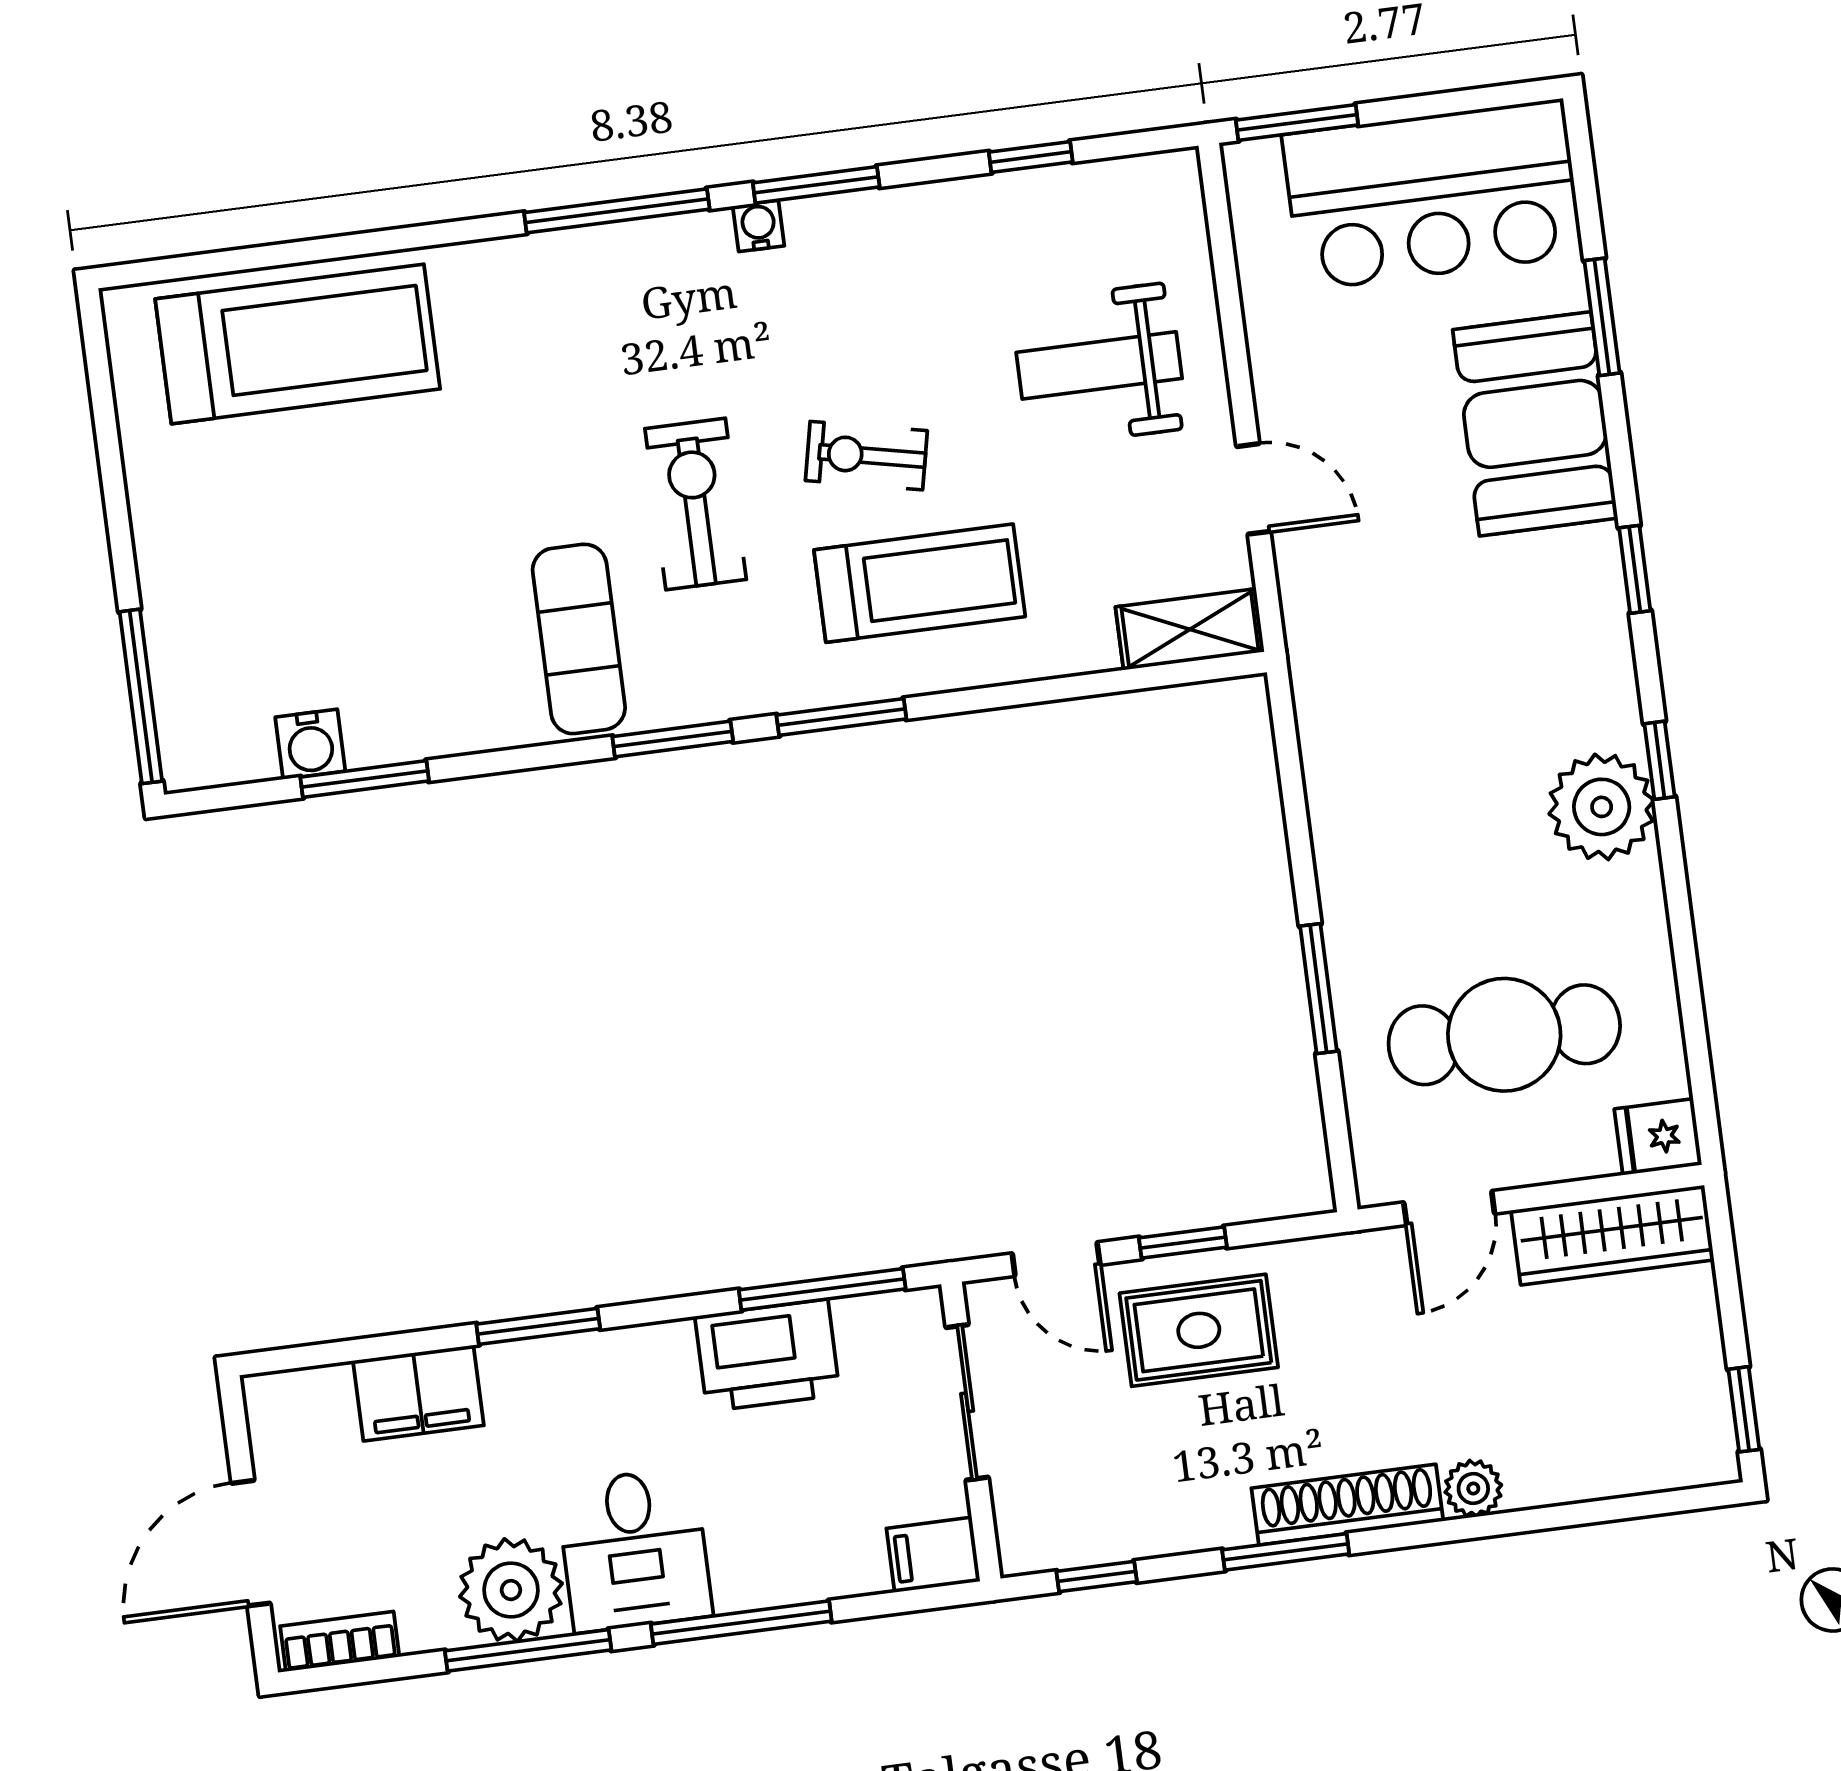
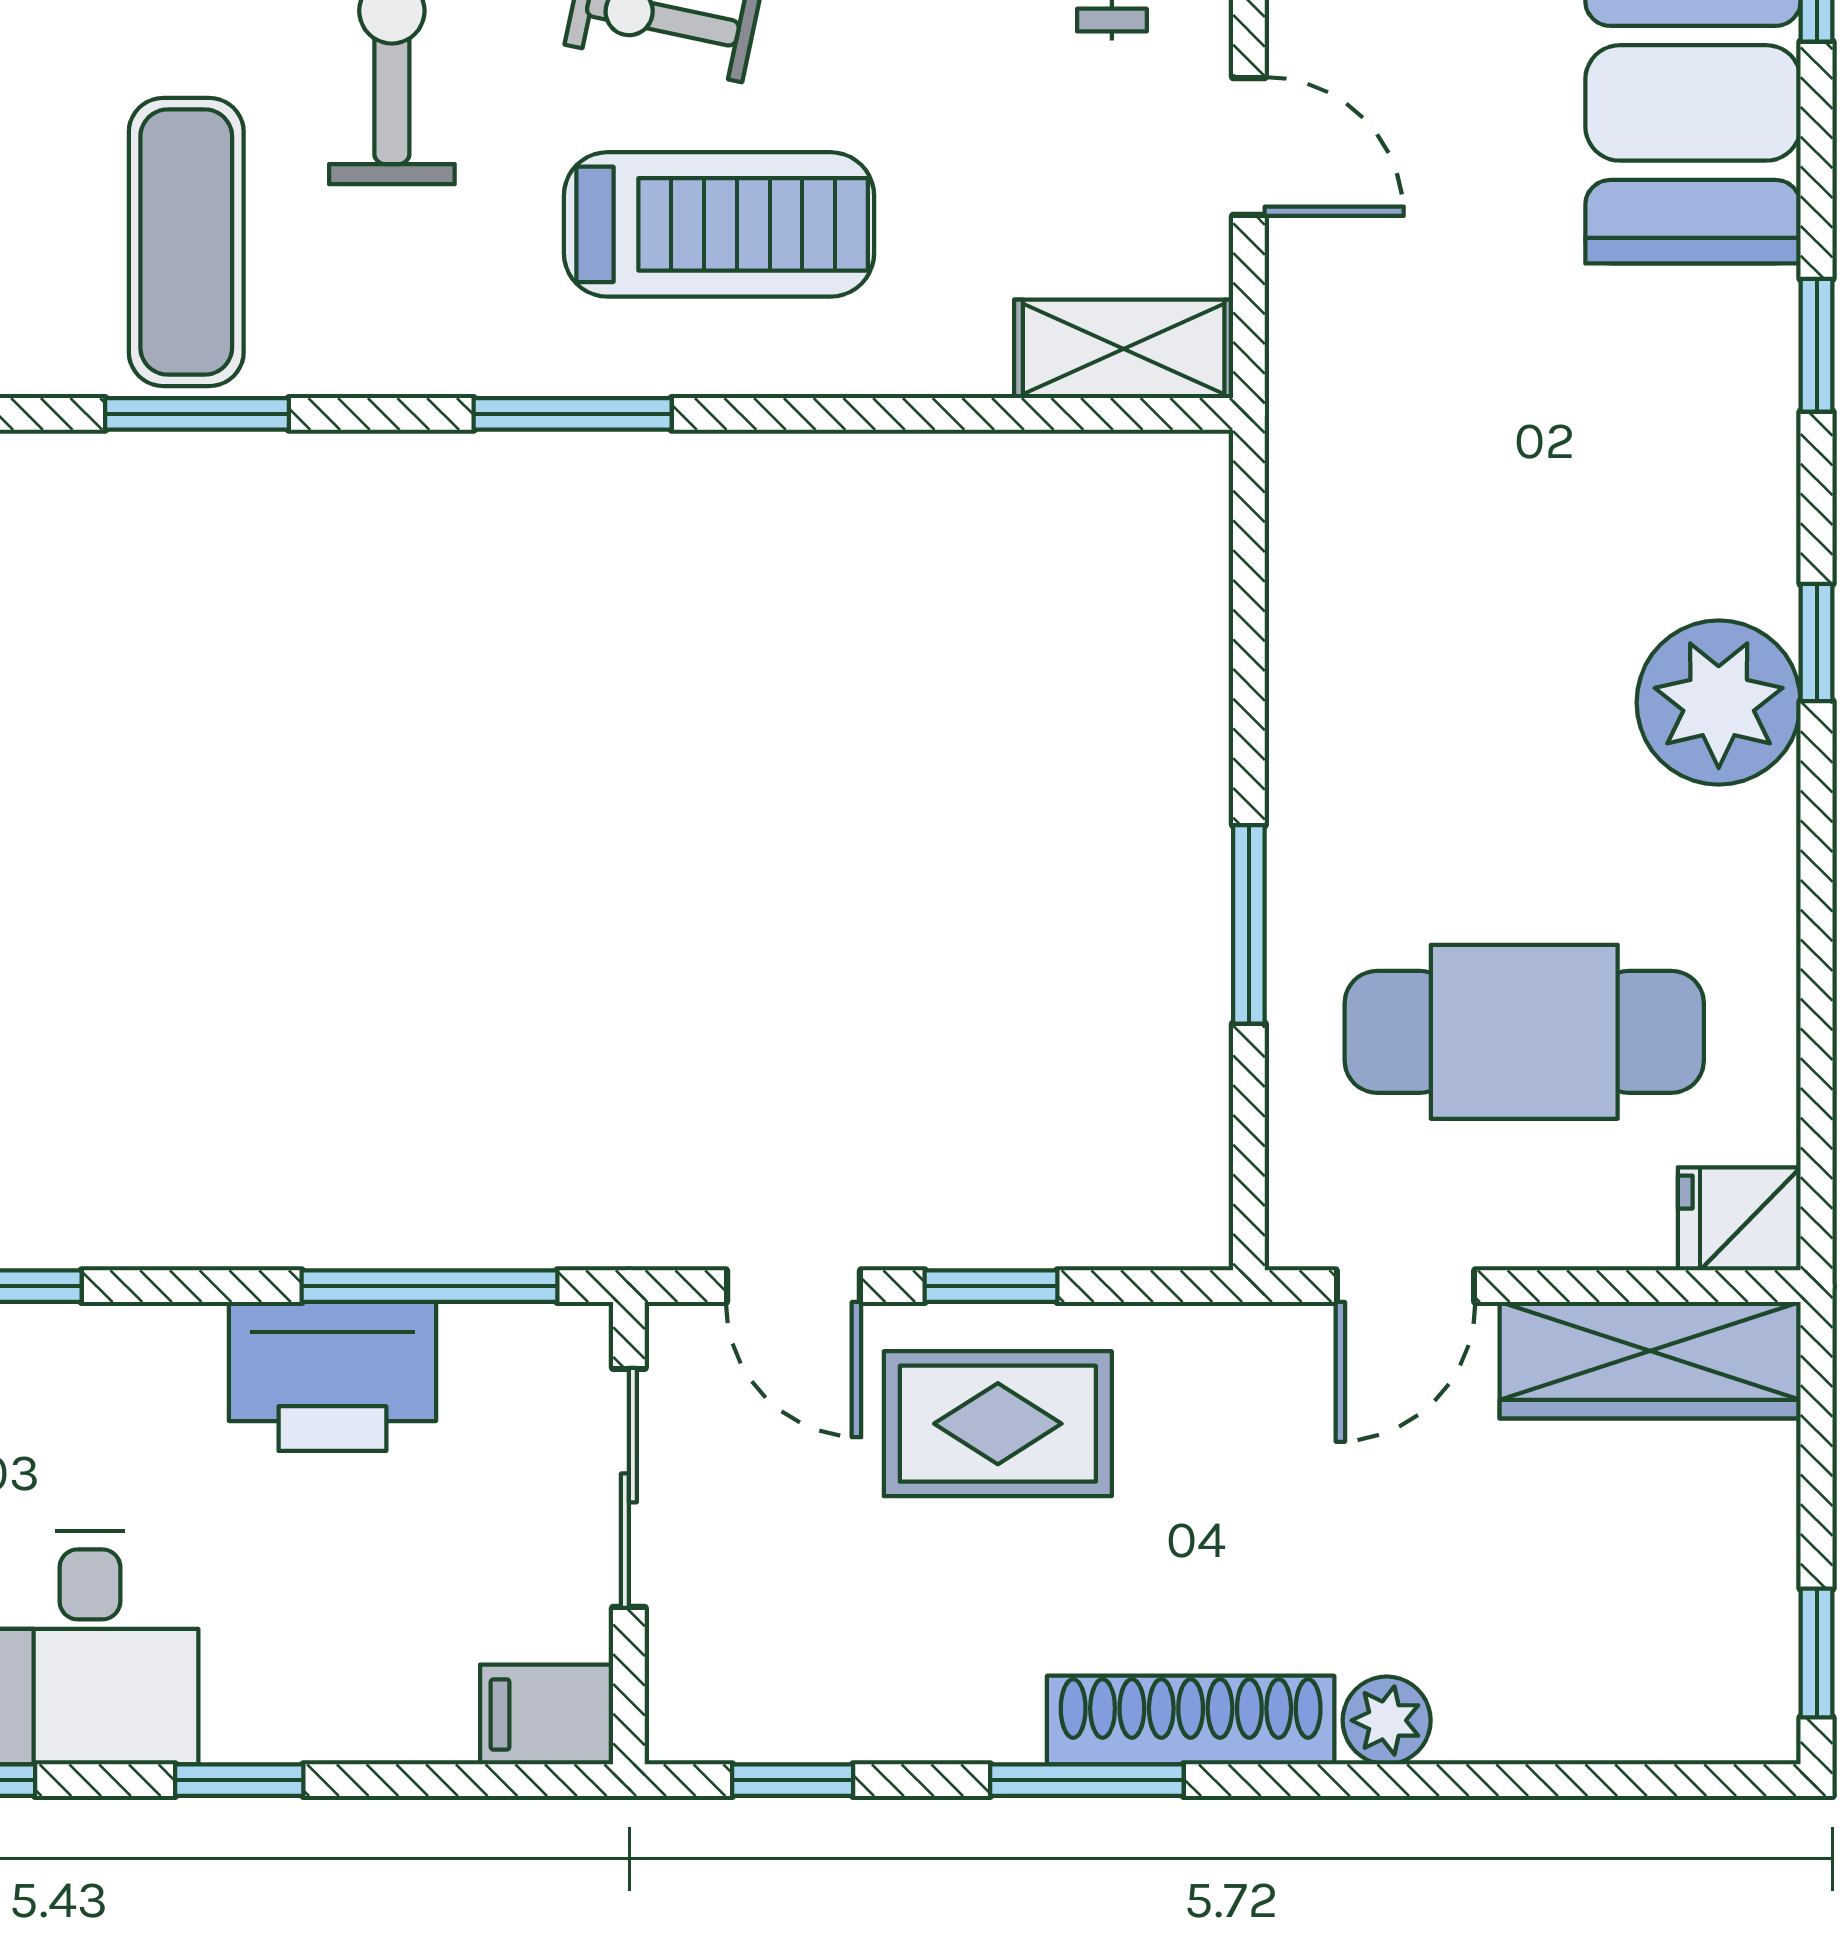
window: (673, 739) -> (197, 414), moved
window: (741, 1623) -> (239, 1780), width x0.46

